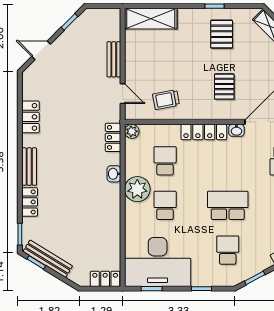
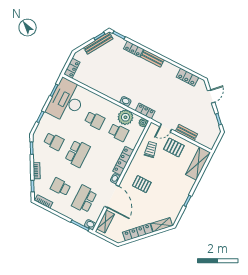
pallet: (222, 34) -> (174, 147), moved
locker: (31, 117) -> (187, 77), moved
plant: (137, 189) -> (125, 117), moved

